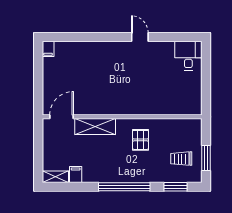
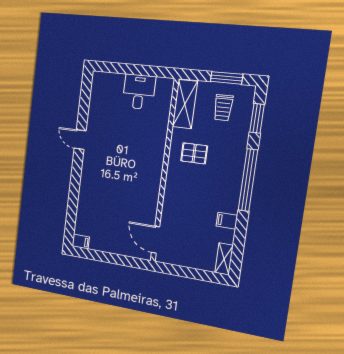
door: (140, 37) -> (80, 140), hinge flipped
desk: (188, 56) -> (139, 92), moved, turned 90
shelving: (95, 127) -> (185, 104), moved
filing cabinet: (76, 175) -> (227, 221), moved

